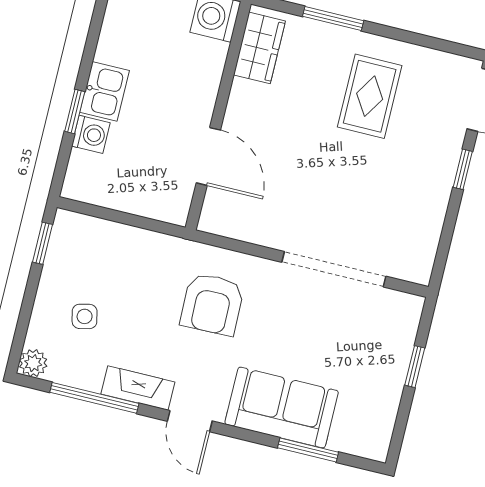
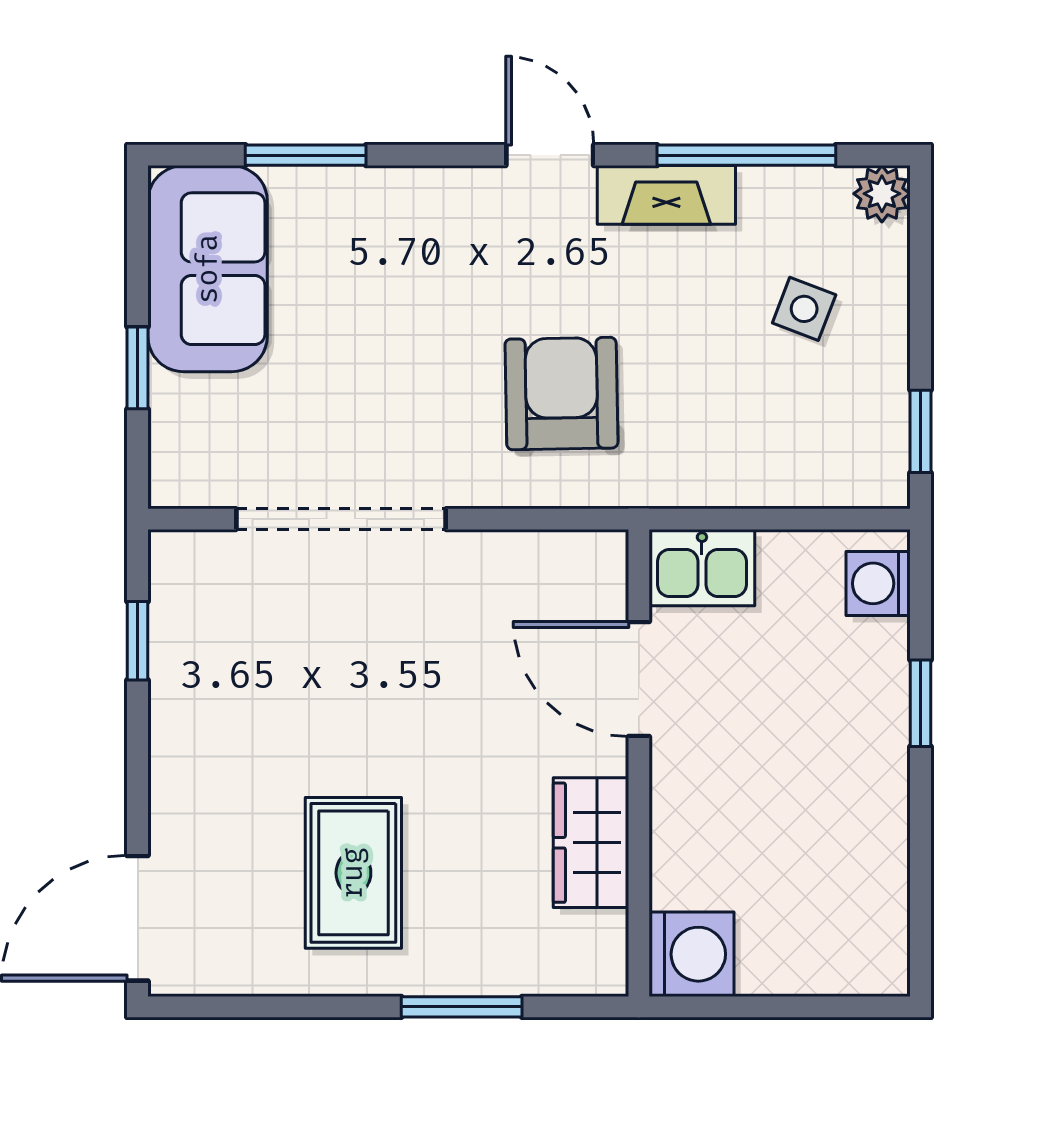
wardrobe: (259, 48) -> (591, 843), moved
kitchen sink: (105, 91) -> (702, 568), moved, turned -90
washing machine: (91, 134) -> (878, 583), moved
window: (463, 169) -> (138, 641), moved
side table: (85, 316) -> (804, 309), turned 34
sofa: (282, 407) -> (208, 269), moved, turned -90

